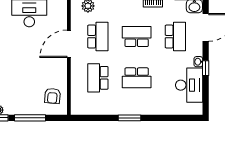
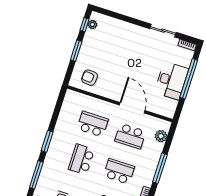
school desk: (137, 37) -> (119, 171), turned -90
window: (30, 118) -> (76, 51), width x0.69
window: (167, 118) -> (36, 175), added

